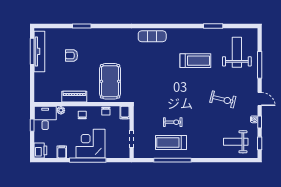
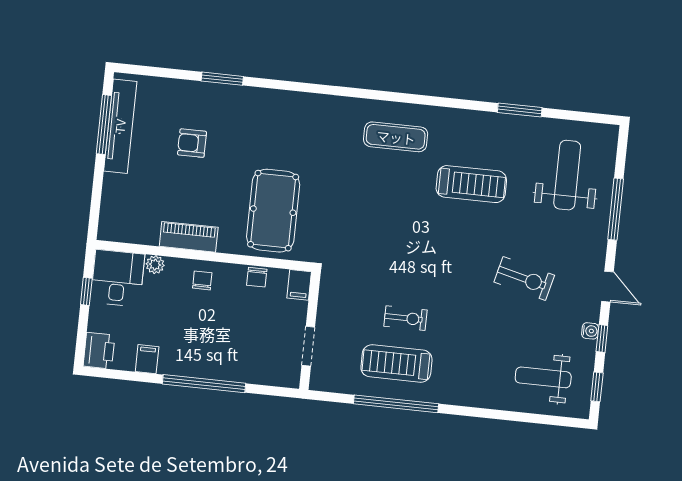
exercise mat: (152, 36) -> (396, 137), moved
corner desk: (91, 144) -> (214, 347), removed

